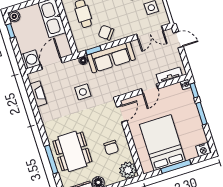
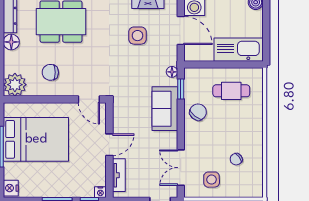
sofa: (111, 57) -> (165, 109), width x0.73
door: (150, 89) -> (109, 145), swing flipped
side table: (83, 92) -> (137, 36), moved

